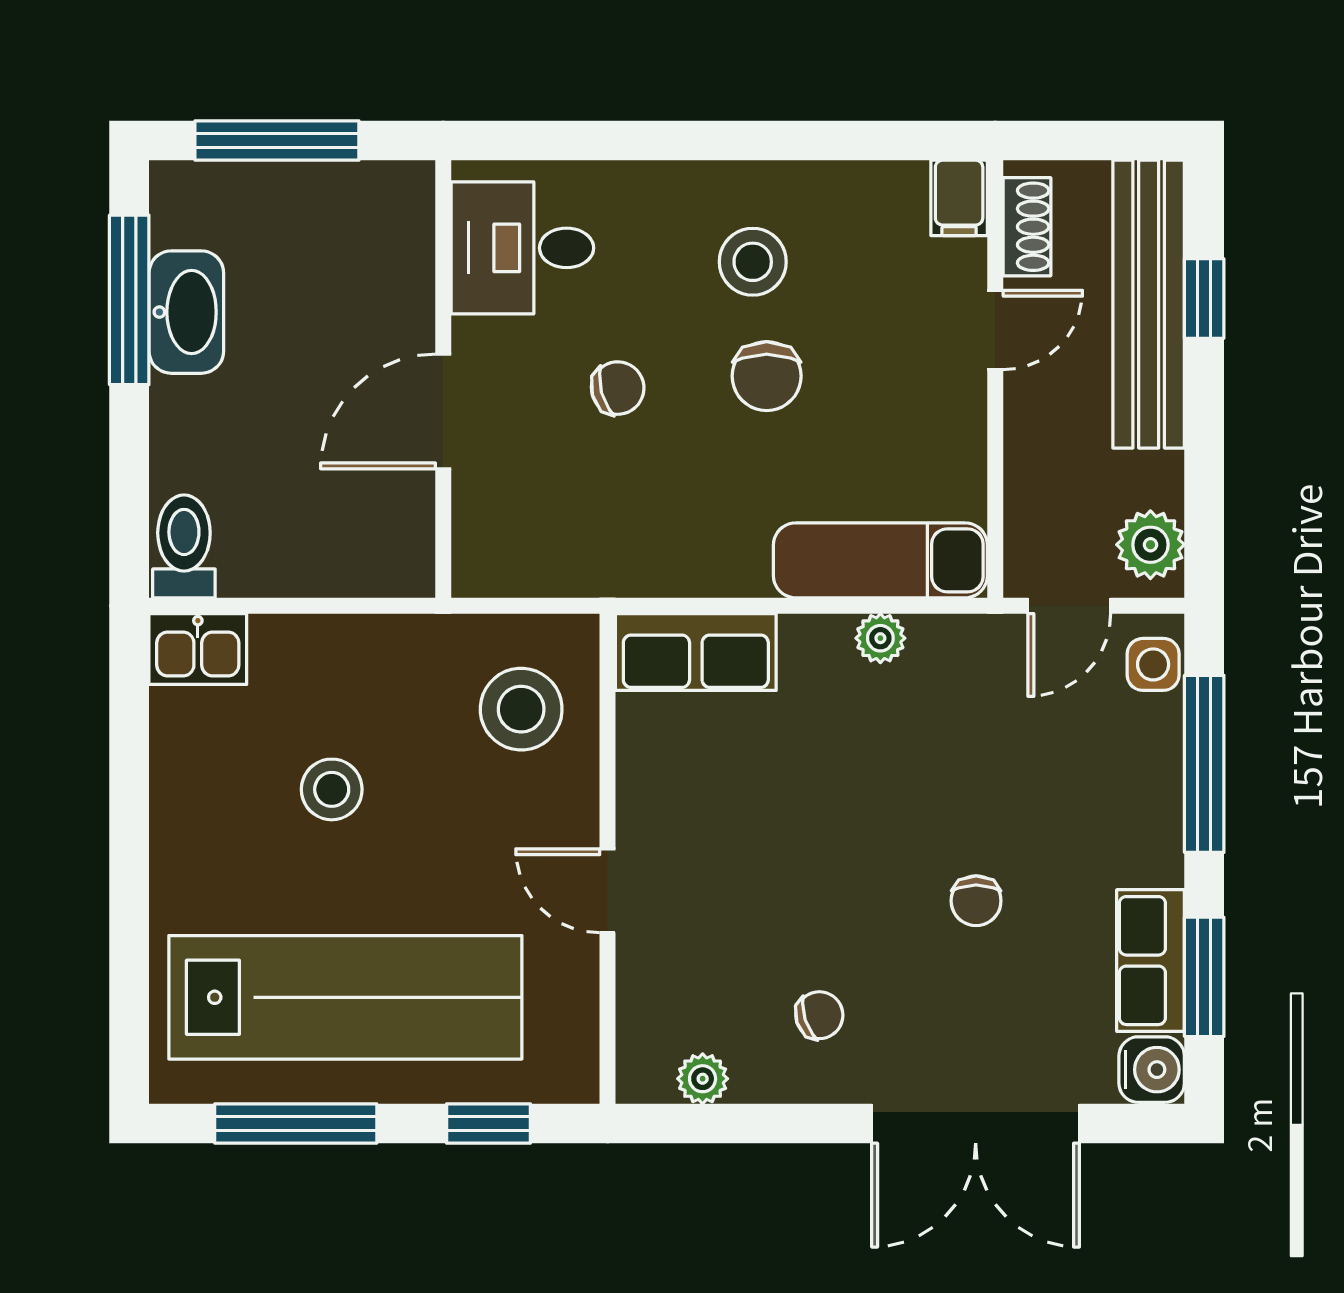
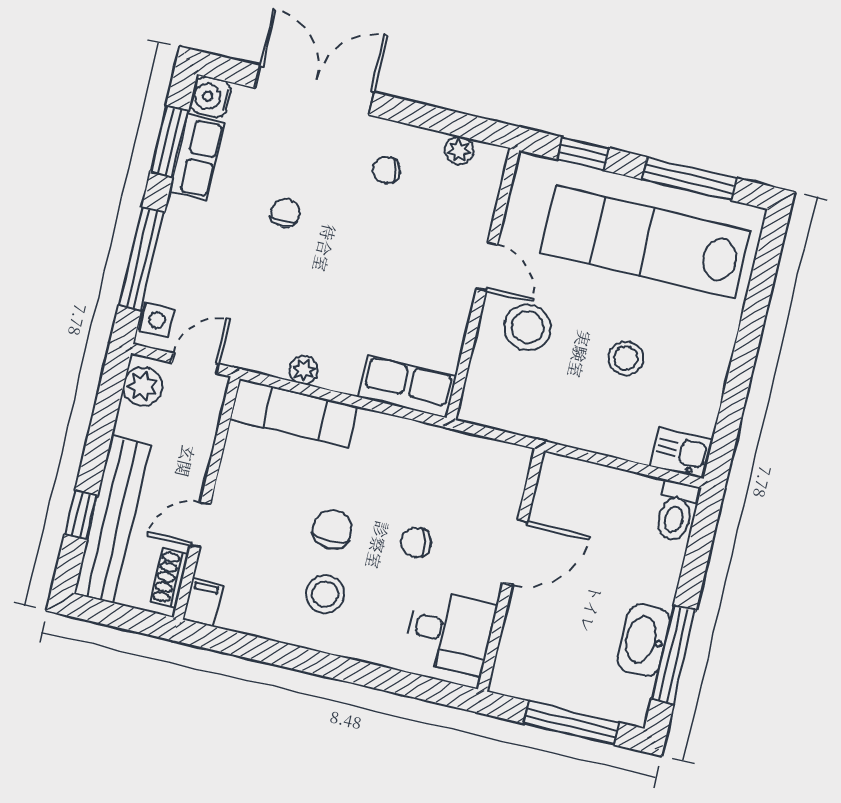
stool: (521, 709) -> (528, 327), moved

